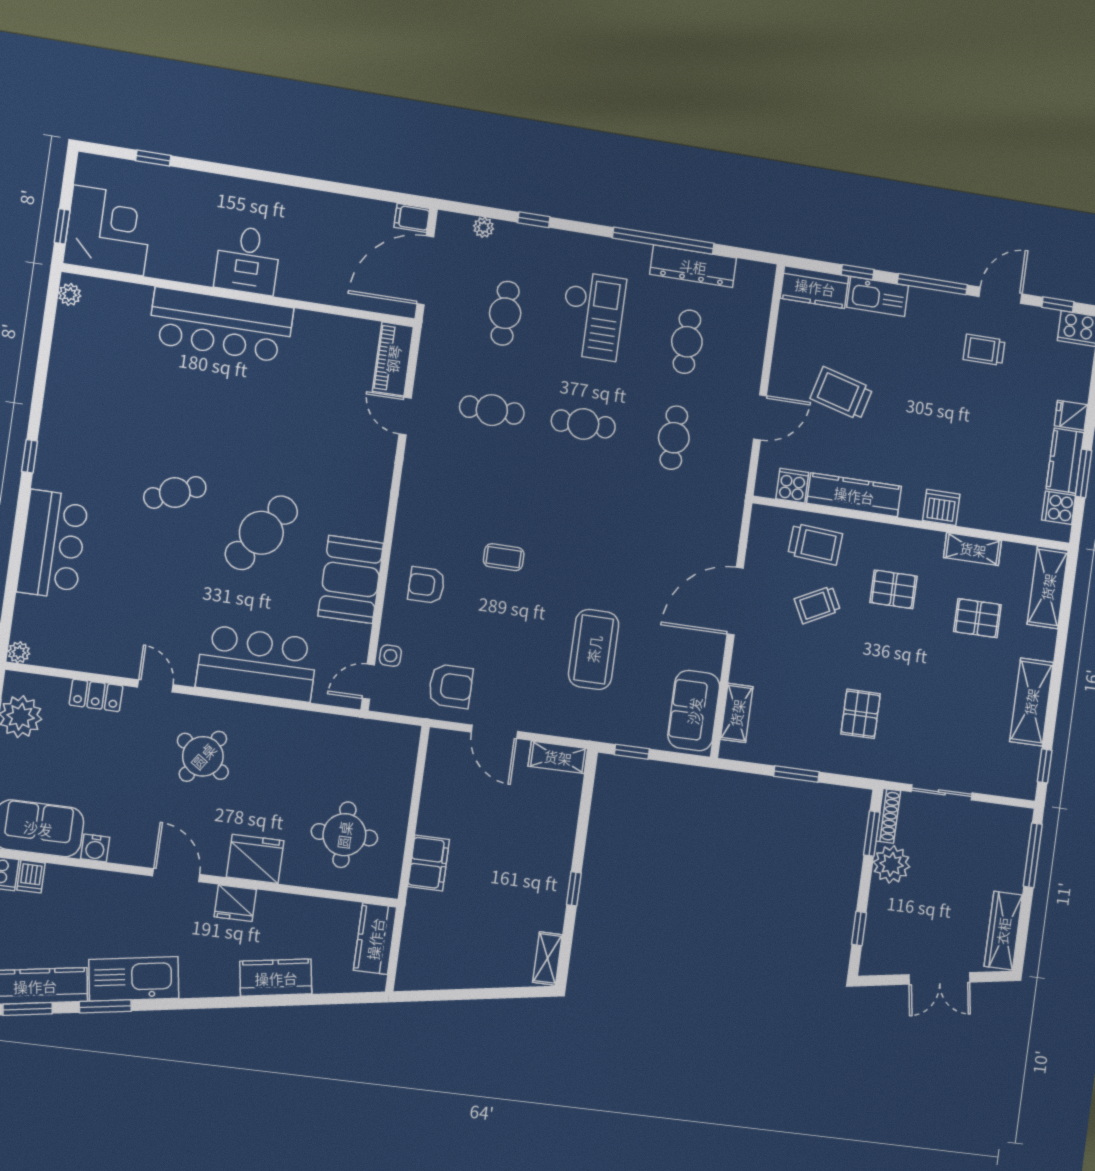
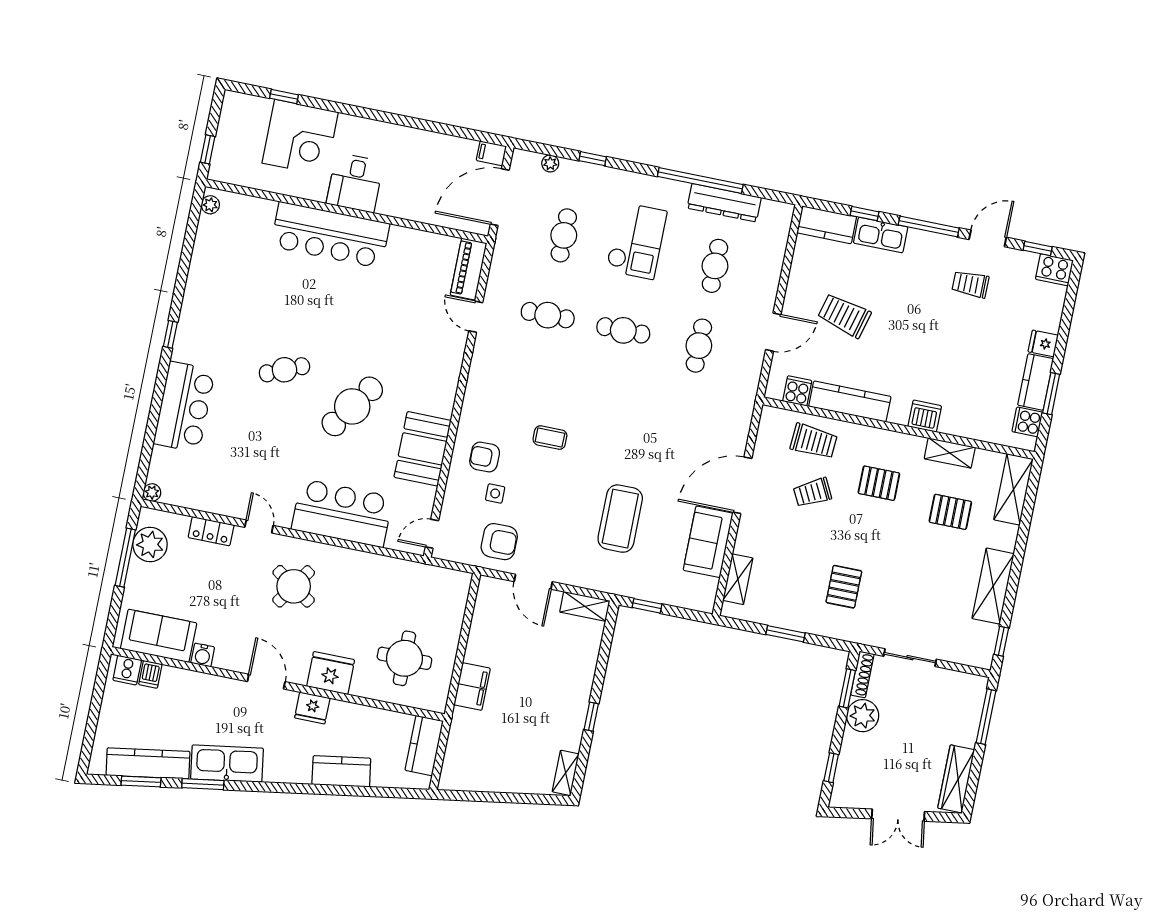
corner desk: (108, 230) -> (300, 138), moved, turned 90
side table: (390, 656) -> (495, 493), moved
sofa: (694, 711) -> (708, 542), moved

